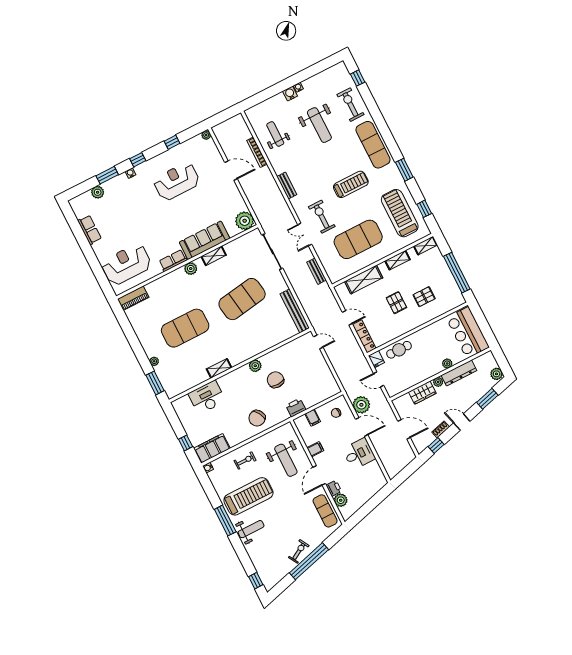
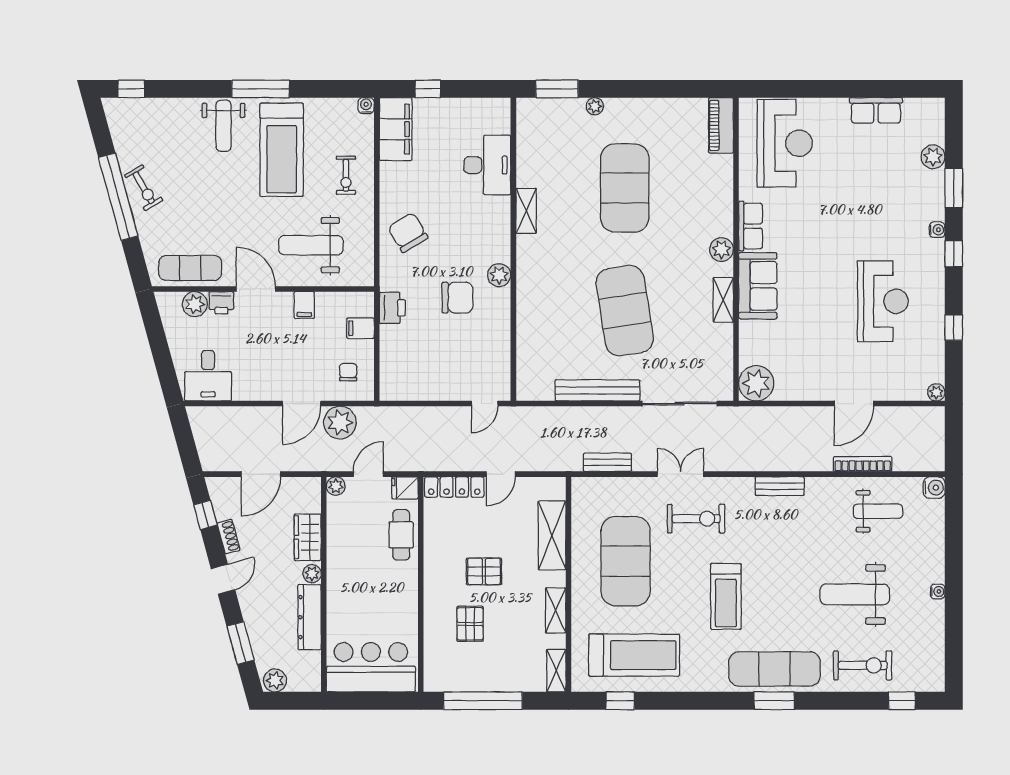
water cooler: (290, 94) -> (934, 488), moved
window: (404, 170) -> (774, 701), moved
sofa: (205, 240) -> (758, 286), width x0.73
bench: (295, 311) -> (598, 390), moved
plant: (447, 363) -> (336, 486), moved
desk: (359, 454) -> (208, 376), moved

